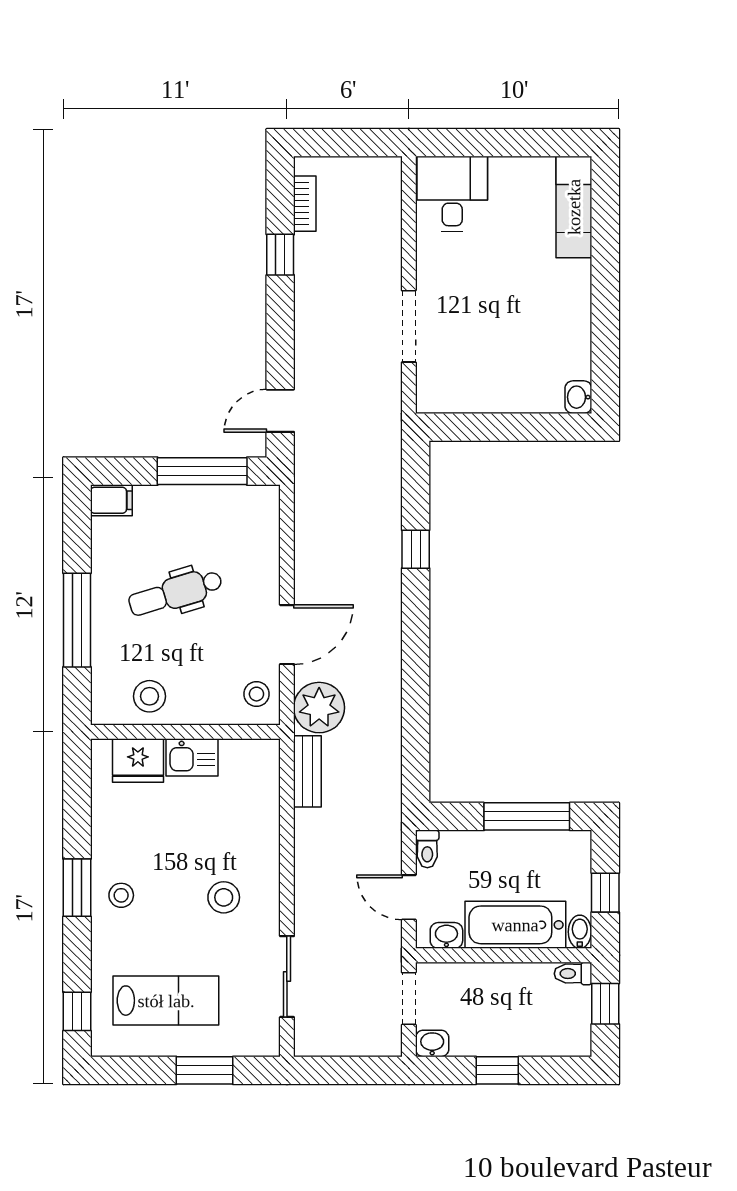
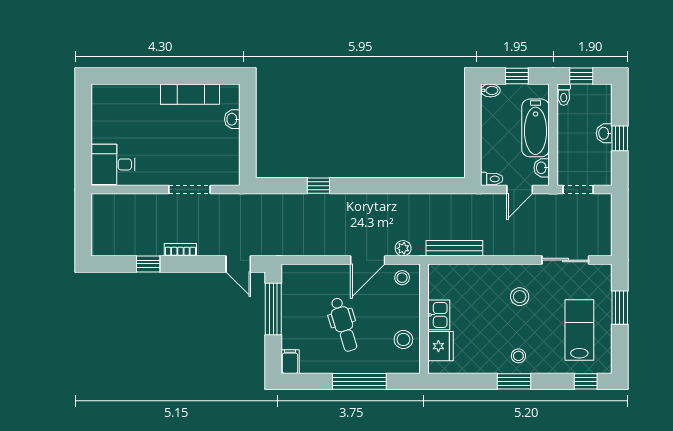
bookcase: (305, 204) -> (180, 250), moved
exam couch: (574, 207) -> (190, 94), moved
washbasin: (578, 397) -> (232, 119), moved, turned 90
door: (287, 635) -> (368, 260), swing flipped
plant: (319, 708) -> (403, 248), width x0.53, depth x0.53
bench: (307, 771) -> (454, 248), width x1.36
window: (527, 816) -> (473, 121), removed
bidet: (580, 932) -> (490, 90), moved, turned 180
washbasin: (432, 1043) -> (604, 133), moved

